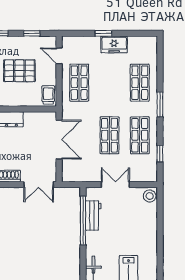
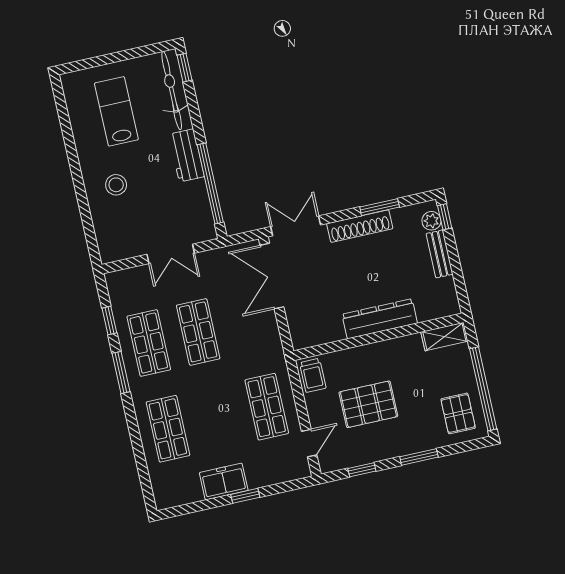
door: (59, 56) -> (309, 443), hinge flipped
window: (160, 104) -> (121, 372), moved
double door: (59, 140) -> (272, 276), moved
stool: (150, 196) -> (116, 185), moved
workbench: (93, 216) -> (186, 155), moved

